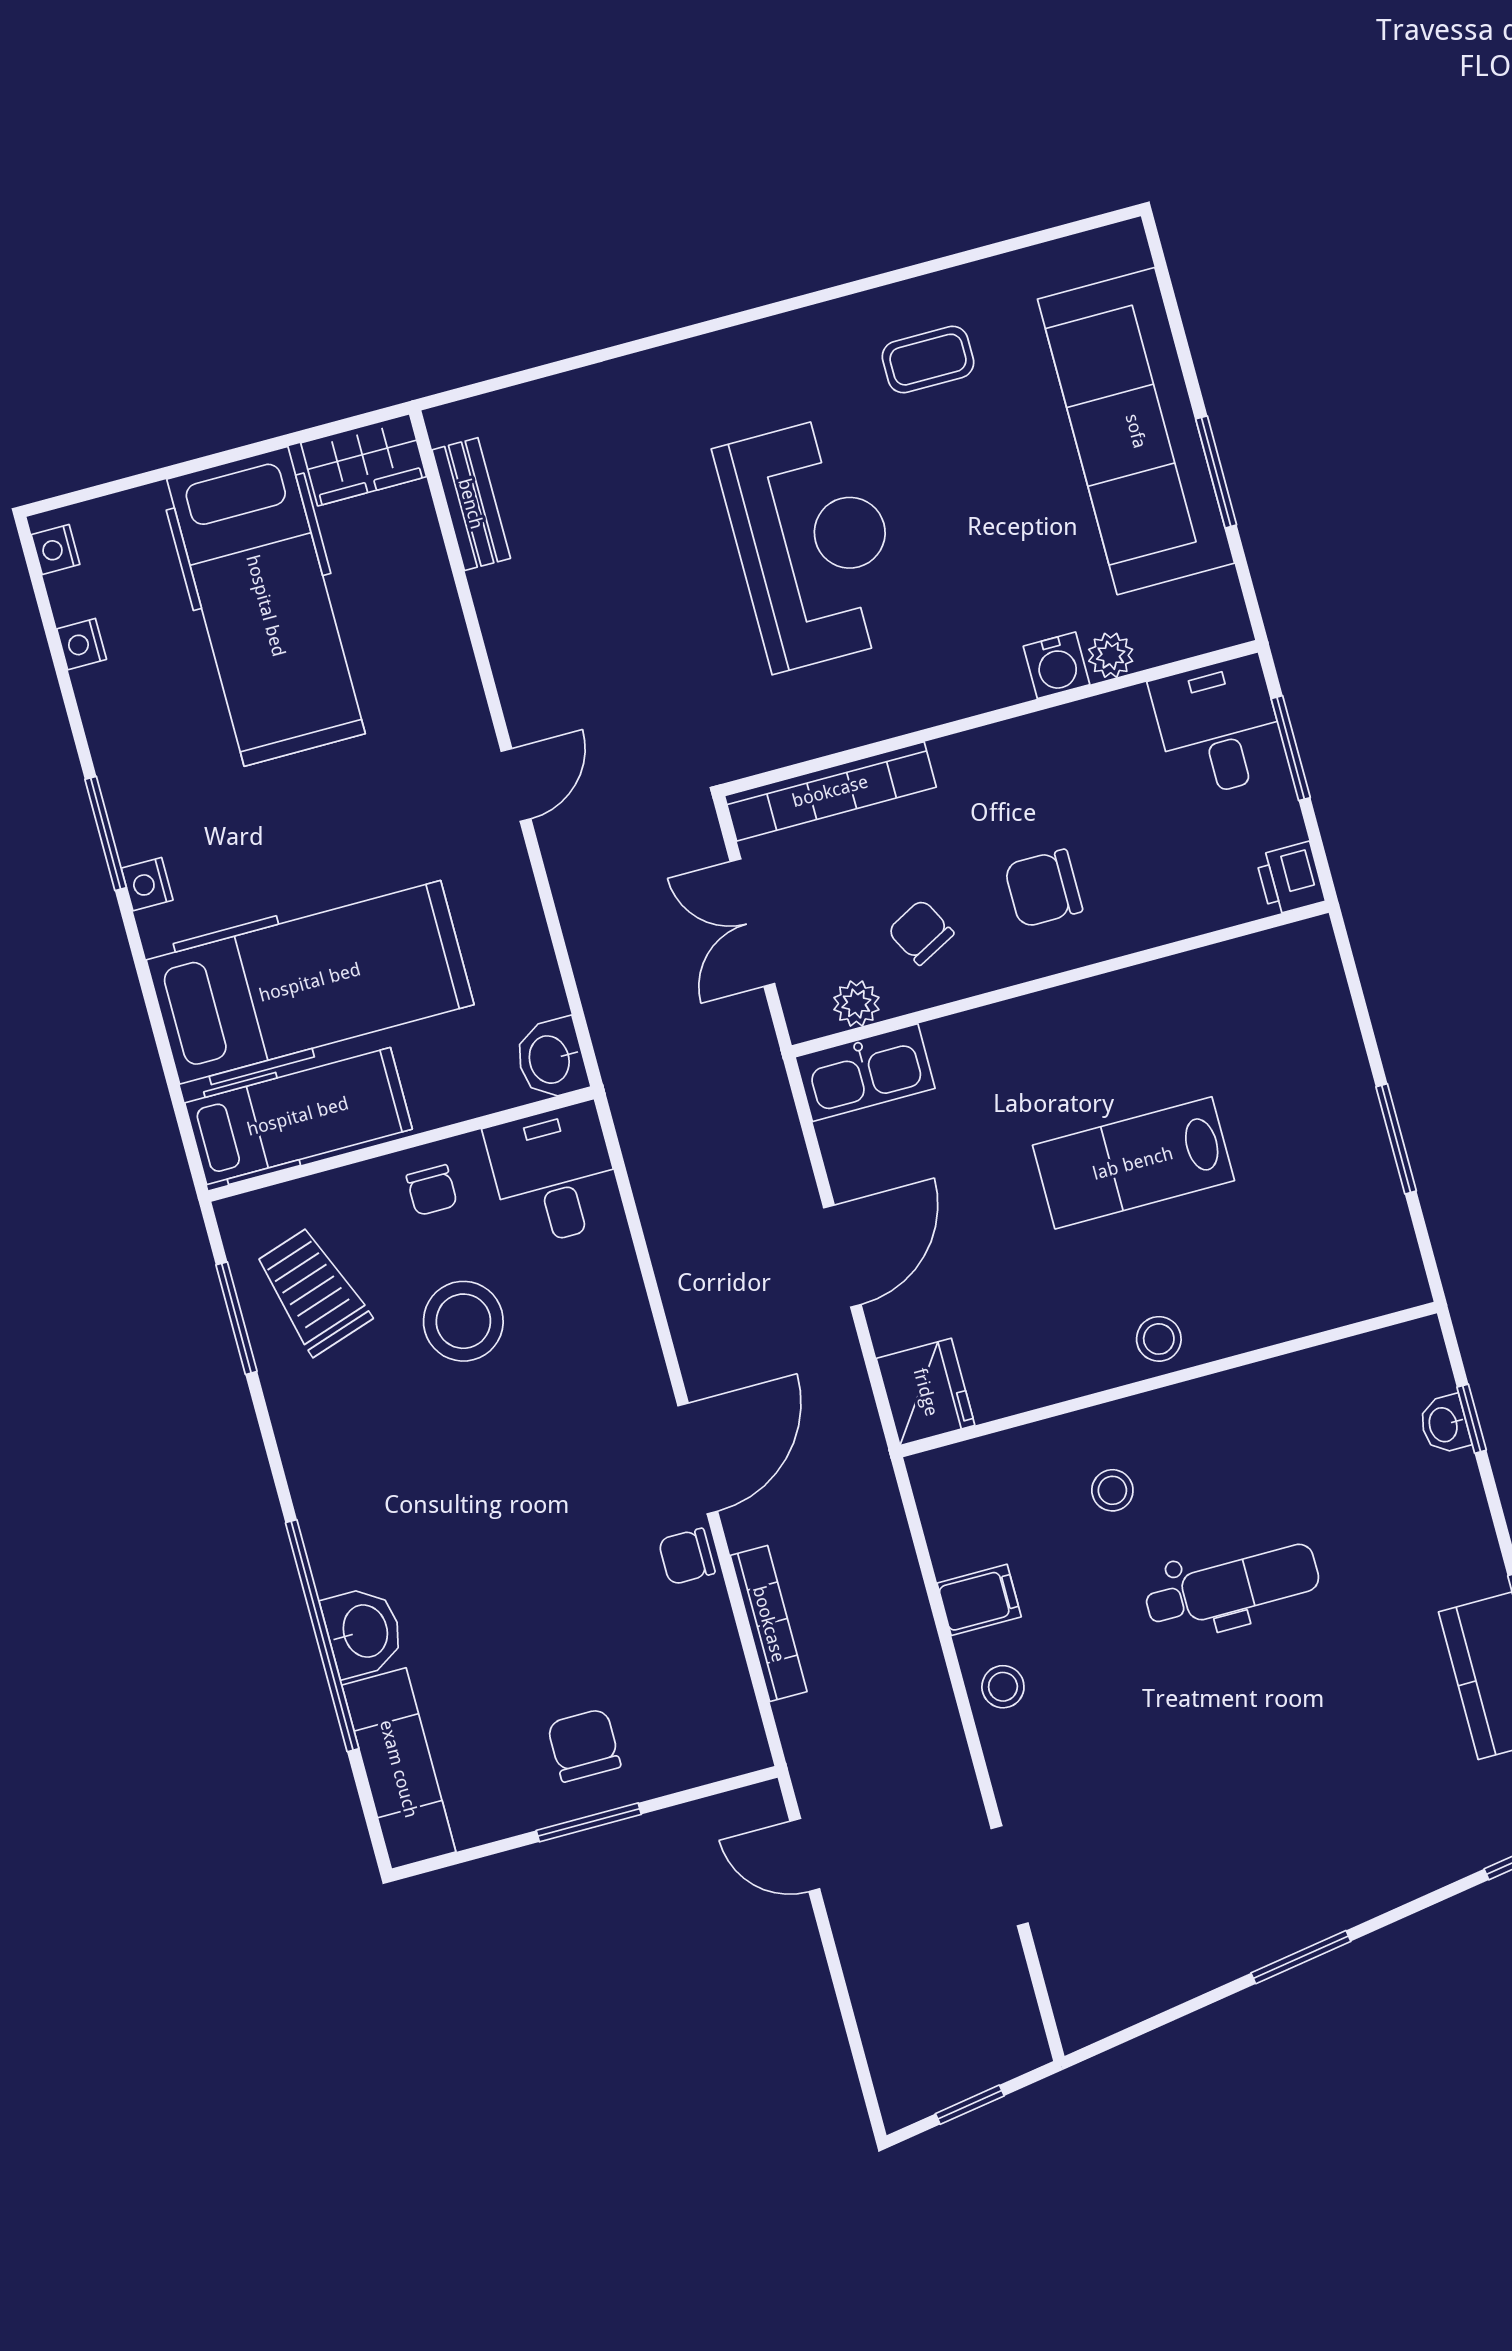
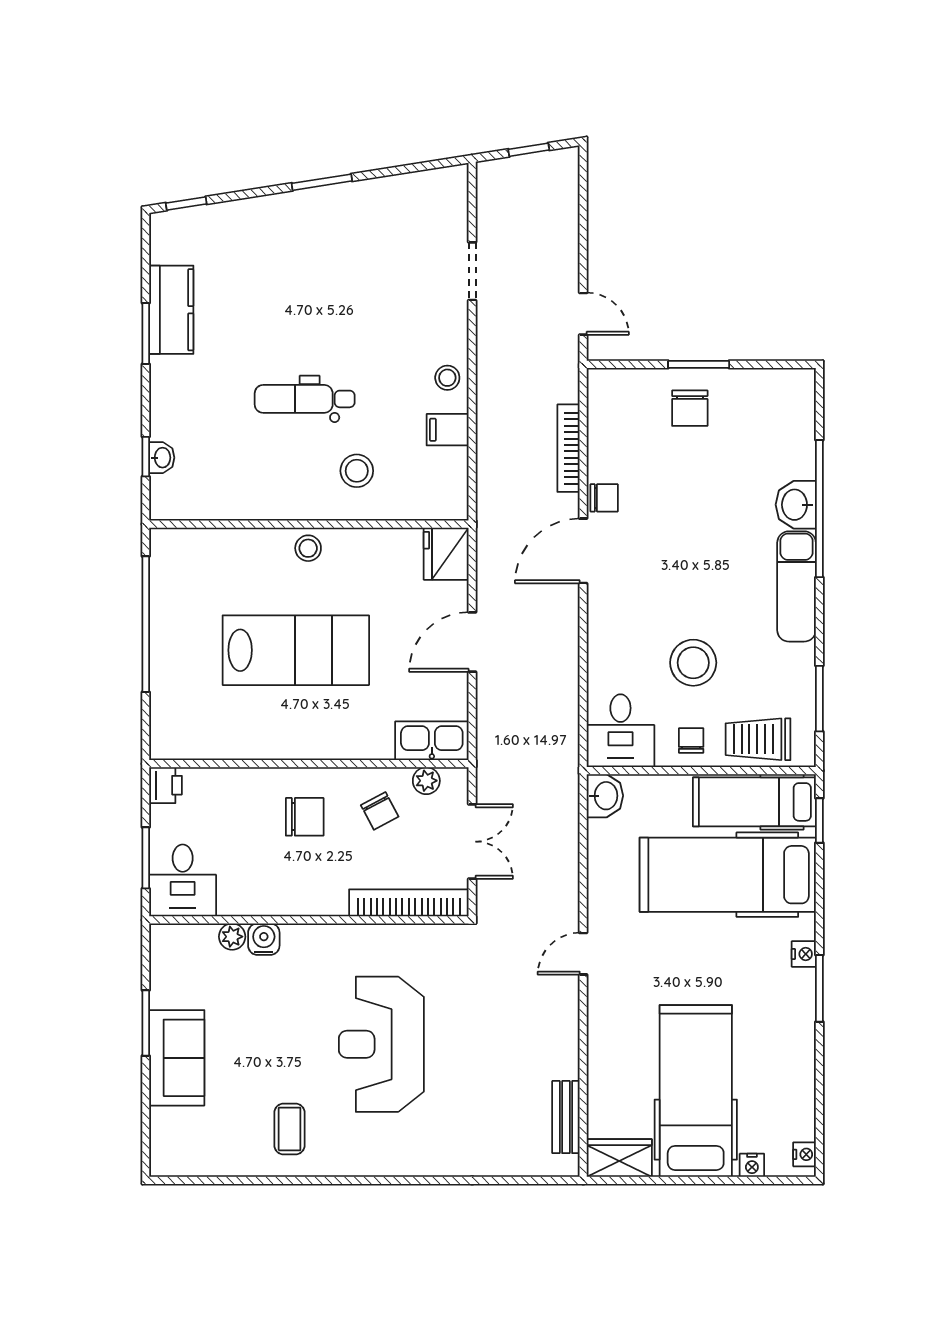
coffee table: (928, 360) -> (289, 1129), turned 90
sofa: (1136, 431) -> (177, 1058), width x0.54, depth x0.79
nightstand: (82, 644) -> (752, 1165), moved, turned 90
window: (181, 1114) -> (819, 821), added
window: (1396, 1139) -> (146, 624), width x2.11
lab bench: (1133, 1163) -> (296, 650), width x1.36, depth x1.39
trolley: (313, 1291) -> (758, 739), moved, turned 108
stool: (1112, 1490) -> (357, 471), width x1.37, depth x1.37
exam couch: (399, 1769) -> (797, 586), moved

